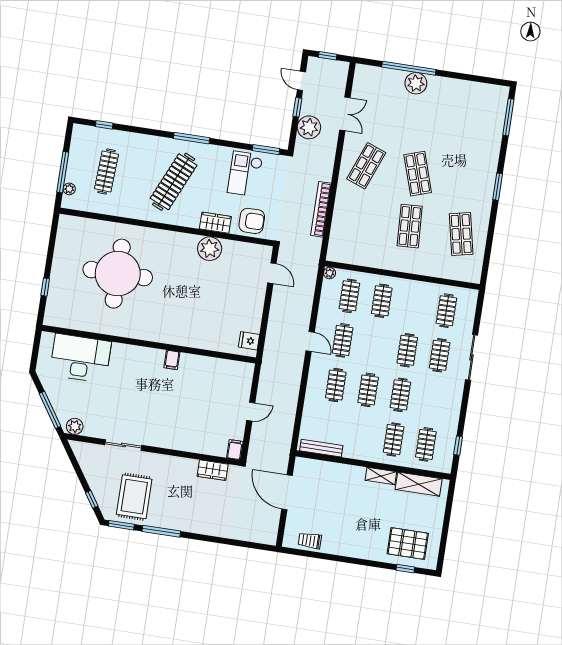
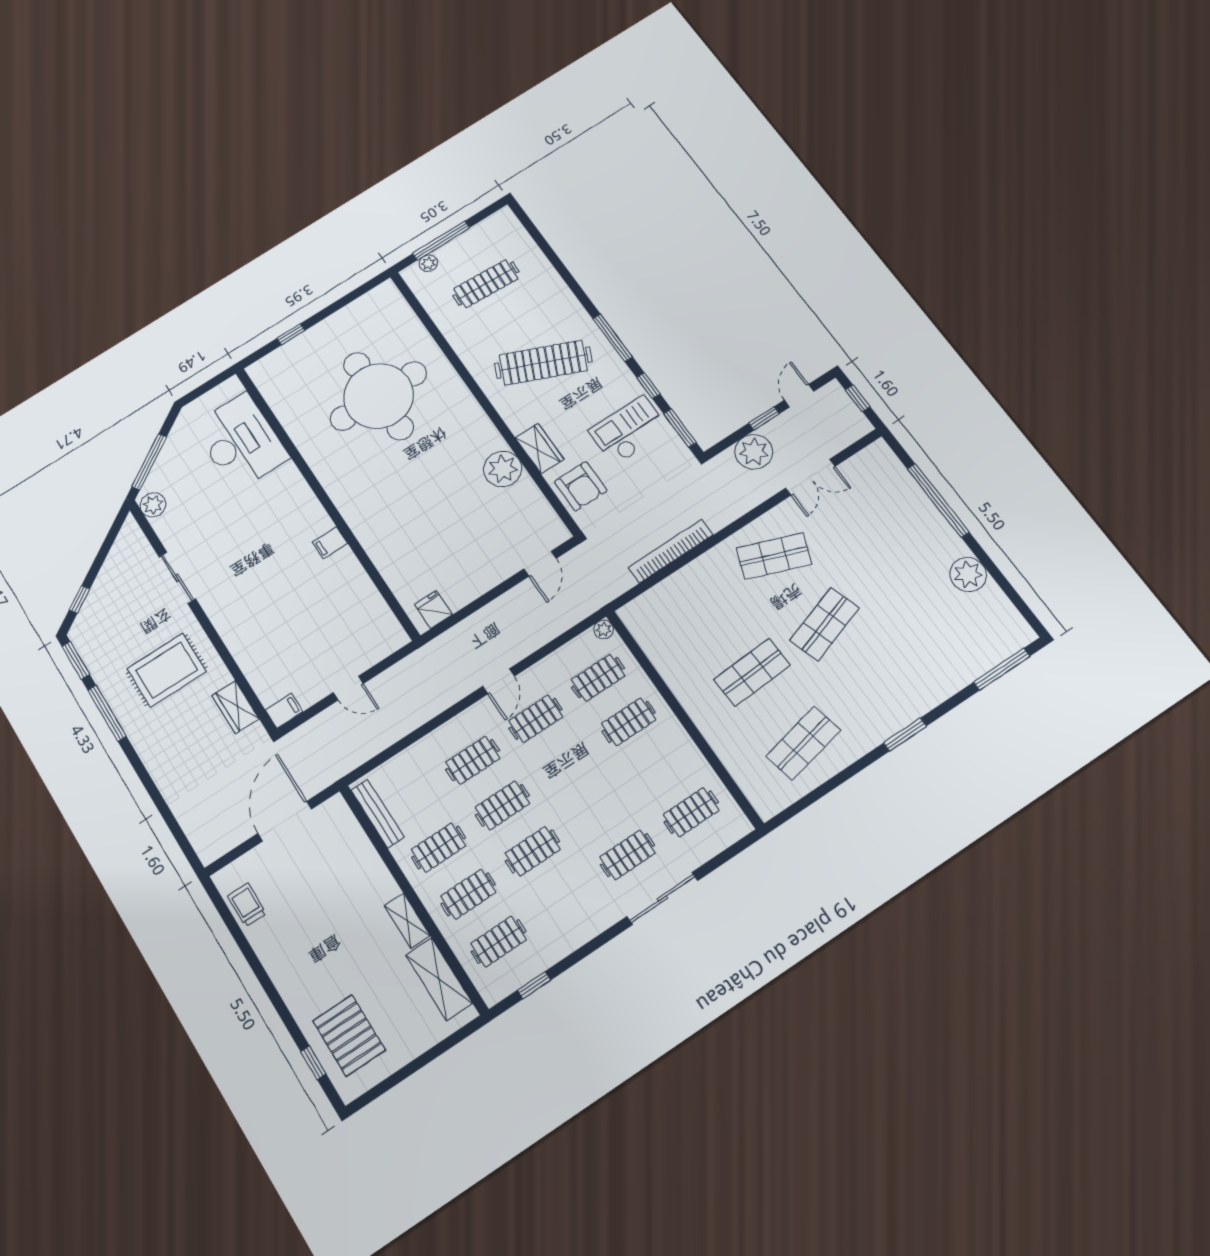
plant: (416, 83) -> (968, 574), moved
window: (104, 125) -> (648, 386), moved
clothes rail: (407, 350) -> (439, 848), moved
rug: (134, 497) -> (167, 670), moved

